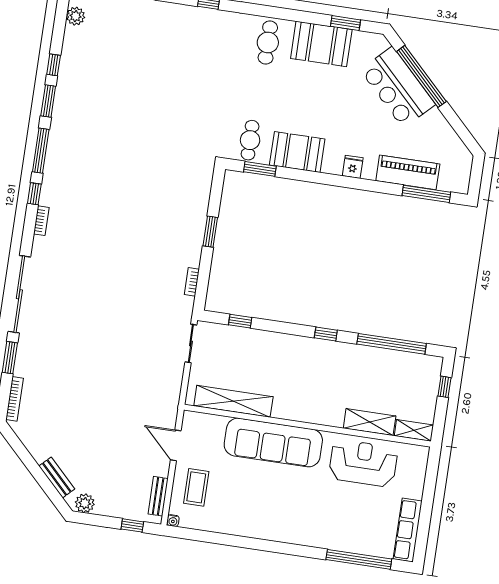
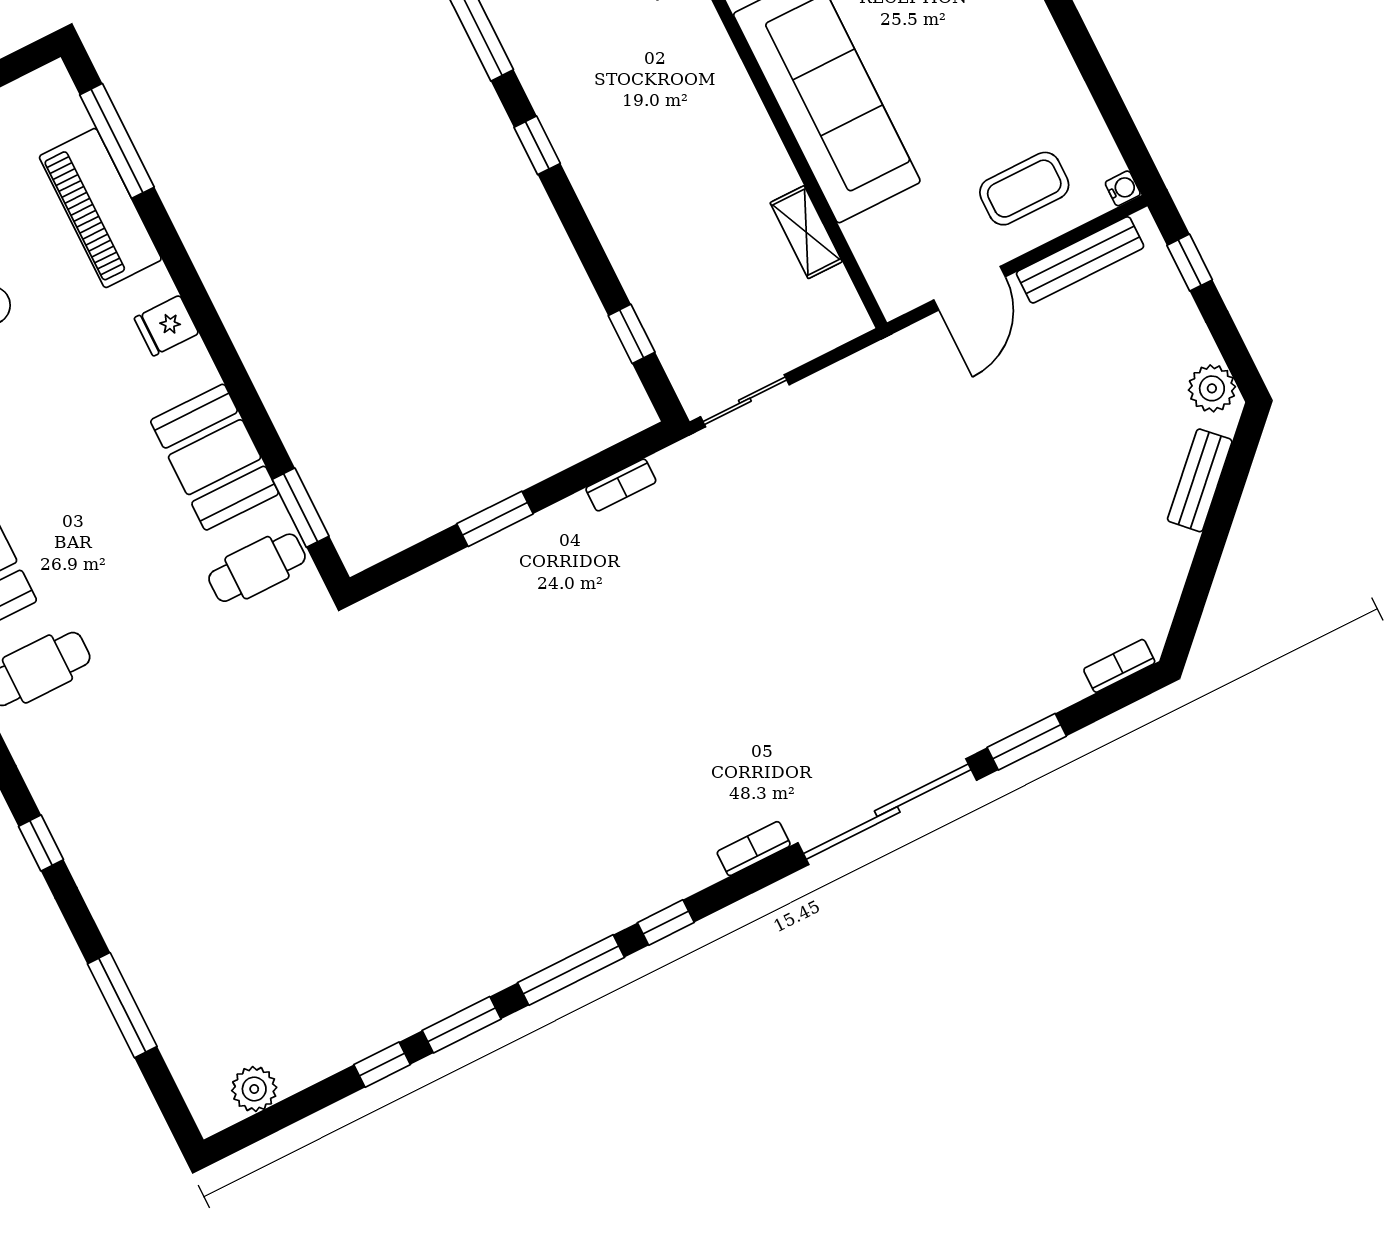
bookcase: (41, 221) -> (754, 849), moved
bookcase: (15, 399) -> (1119, 666), width x0.64
shelving: (233, 401) -> (806, 232), width x0.45, depth x0.75
bench: (158, 496) -> (1080, 260), width x1.36

